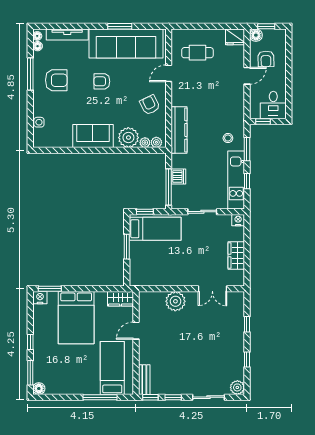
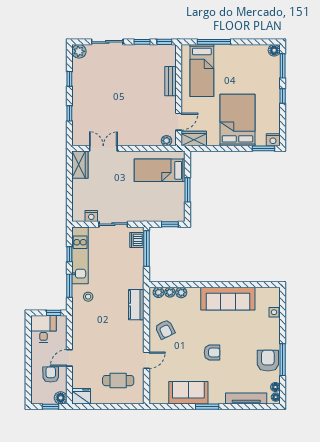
window: (120, 26) -> (207, 407), moved
sofa: (126, 44) -> (188, 393), width x0.54, depth x0.79
armchair: (56, 80) -> (268, 361), moved, turned 90
kitchen counter: (179, 130) -> (136, 305), width x0.67
sofa: (93, 136) -> (228, 299), width x1.36
plant: (128, 138) -> (181, 292), width x0.53, depth x0.53
dishwasher: (178, 176) -> (137, 240), moved
nightstand: (238, 220) -> (91, 216), moved
bed: (155, 229) -> (160, 170), moved
wardrobe: (236, 256) -> (80, 165), moved
plant: (175, 301) -> (166, 141), moved, width x0.53, depth x0.53
door: (136, 331) -> (179, 122), moved
bench: (144, 380) -> (170, 81), moved

